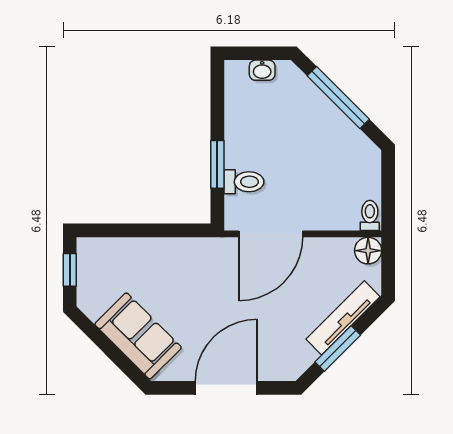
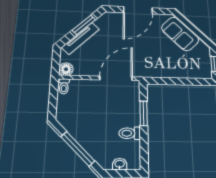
toilet: (244, 182) -> (130, 133), moved

